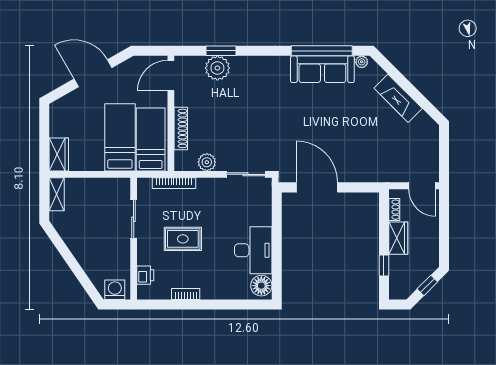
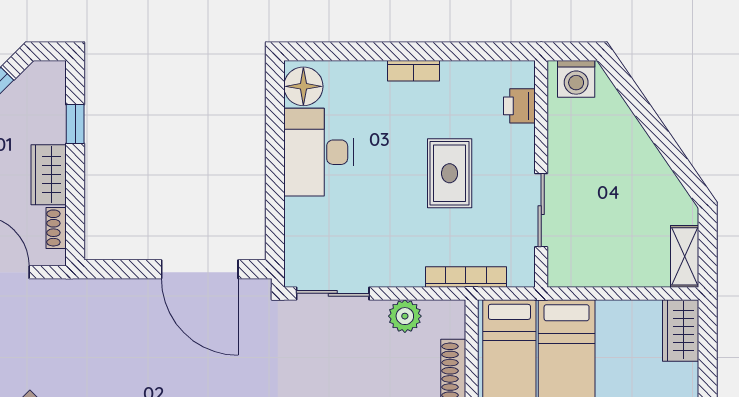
rug: (183, 239) -> (450, 173), turned 90
bookcase: (186, 294) -> (414, 71), moved

